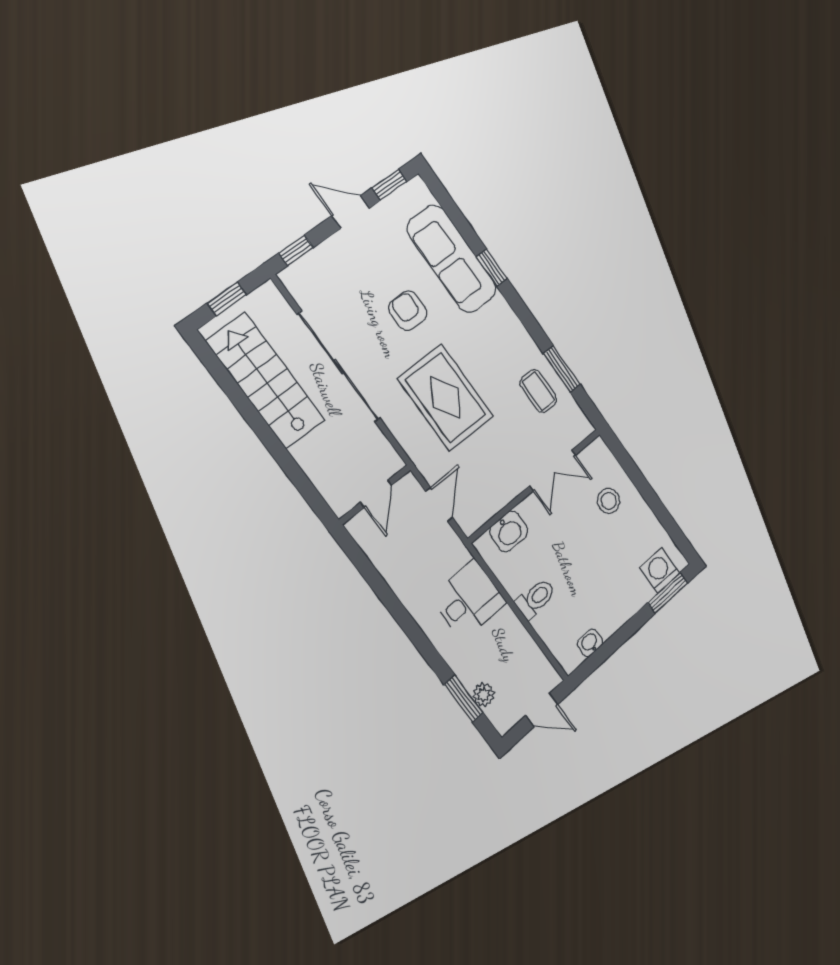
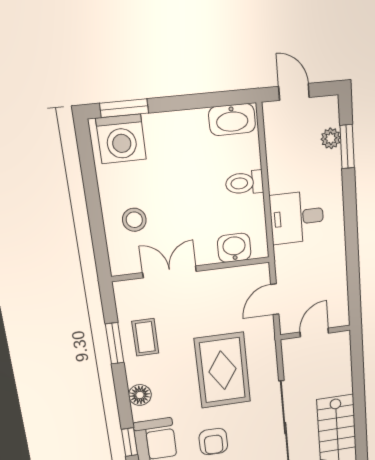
floor lamp: (510, 326) -> (140, 395), added
washing machine: (660, 570) -> (121, 139), width x1.37, depth x1.37
washbasin: (590, 643) -> (232, 120), width x1.91, depth x1.45

